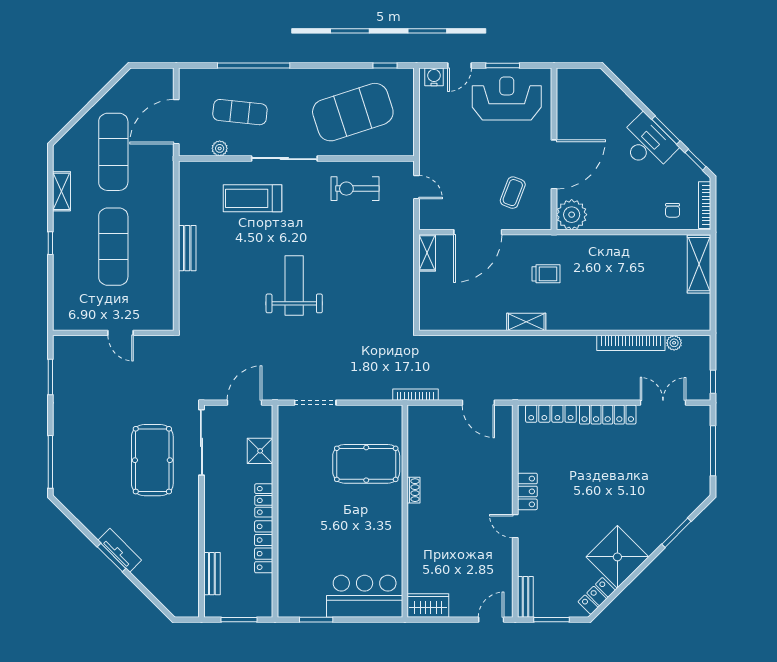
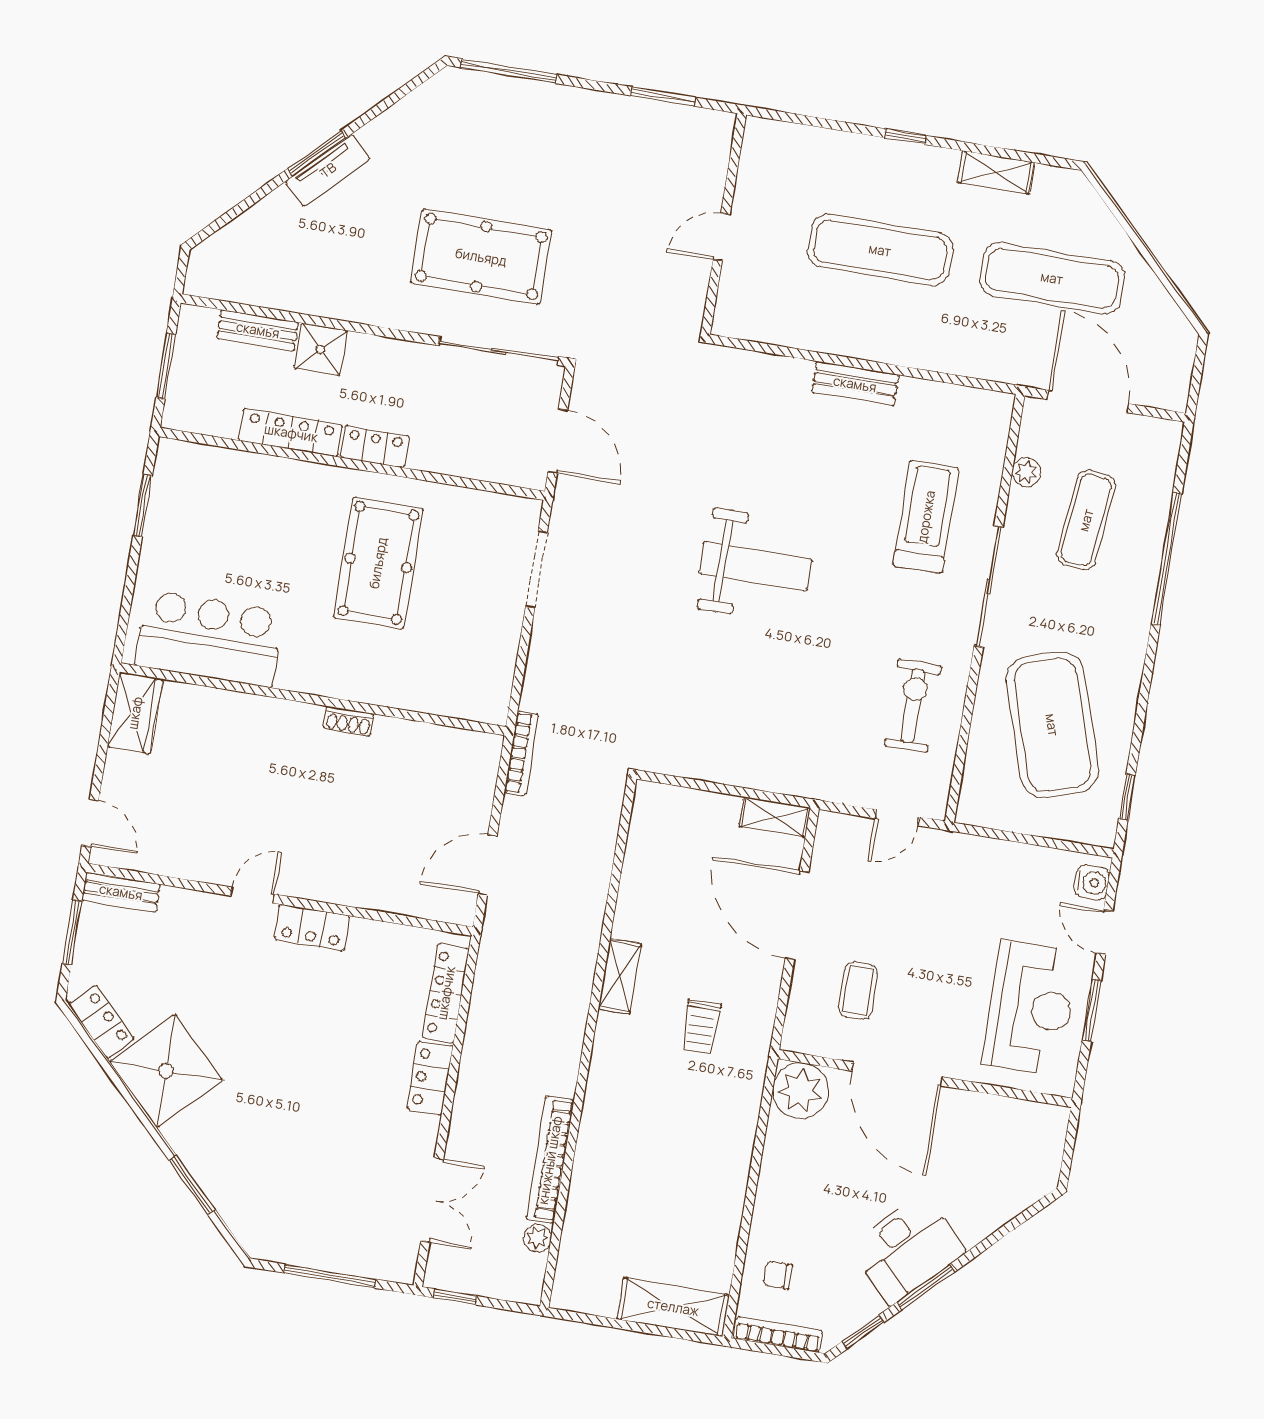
coffee table: (513, 193) -> (858, 991), turned 69
locker: (608, 415) -> (430, 1078), width x0.66
shower: (260, 451) -> (321, 349), moved
pool table: (366, 464) -> (378, 563), moved
bar counter: (365, 596) -> (209, 638), moved, turned -90

